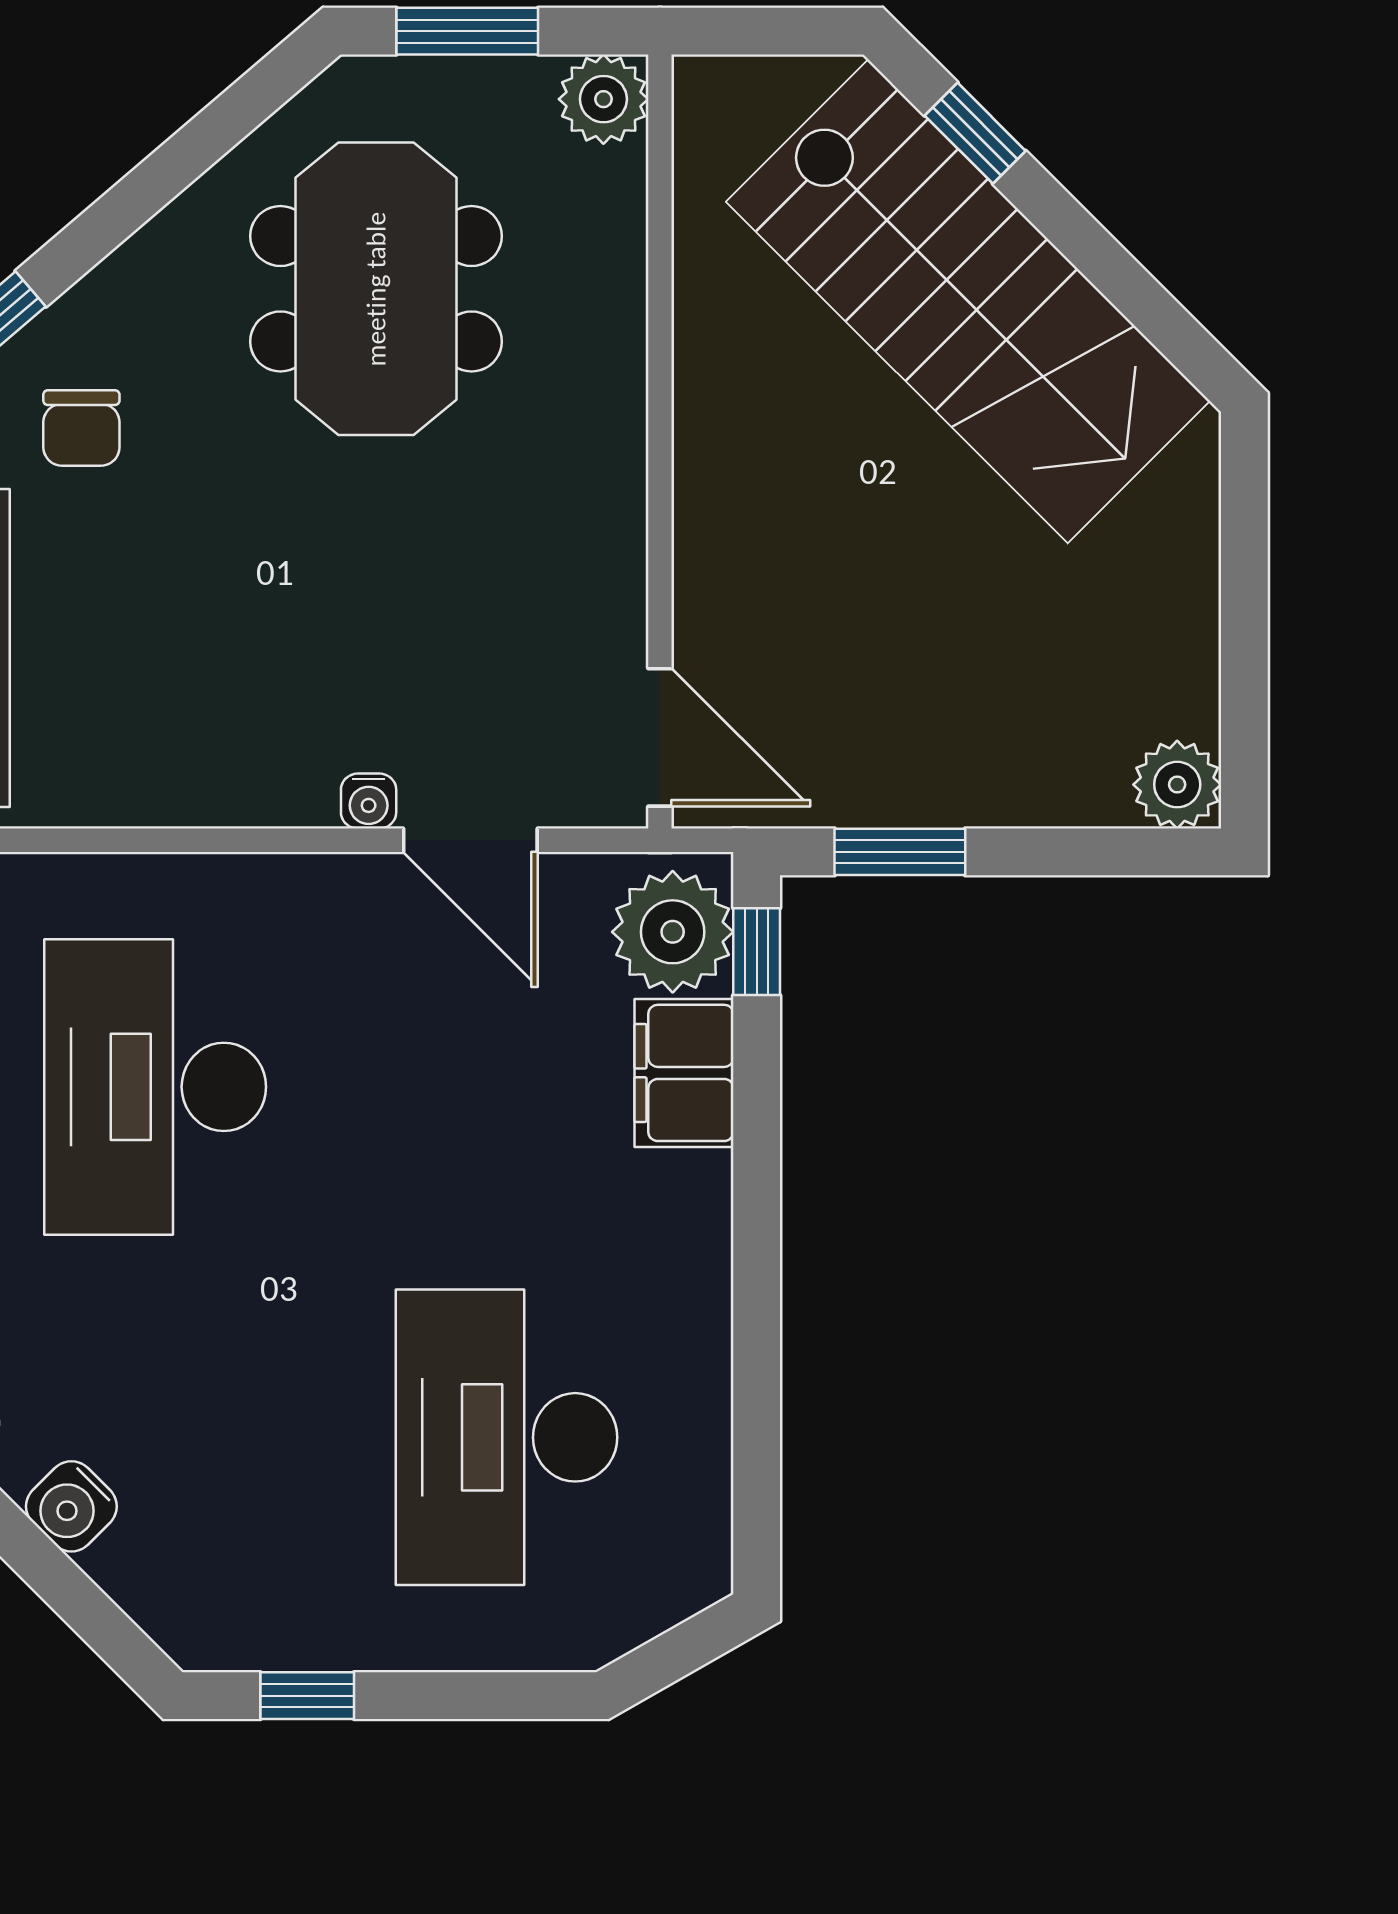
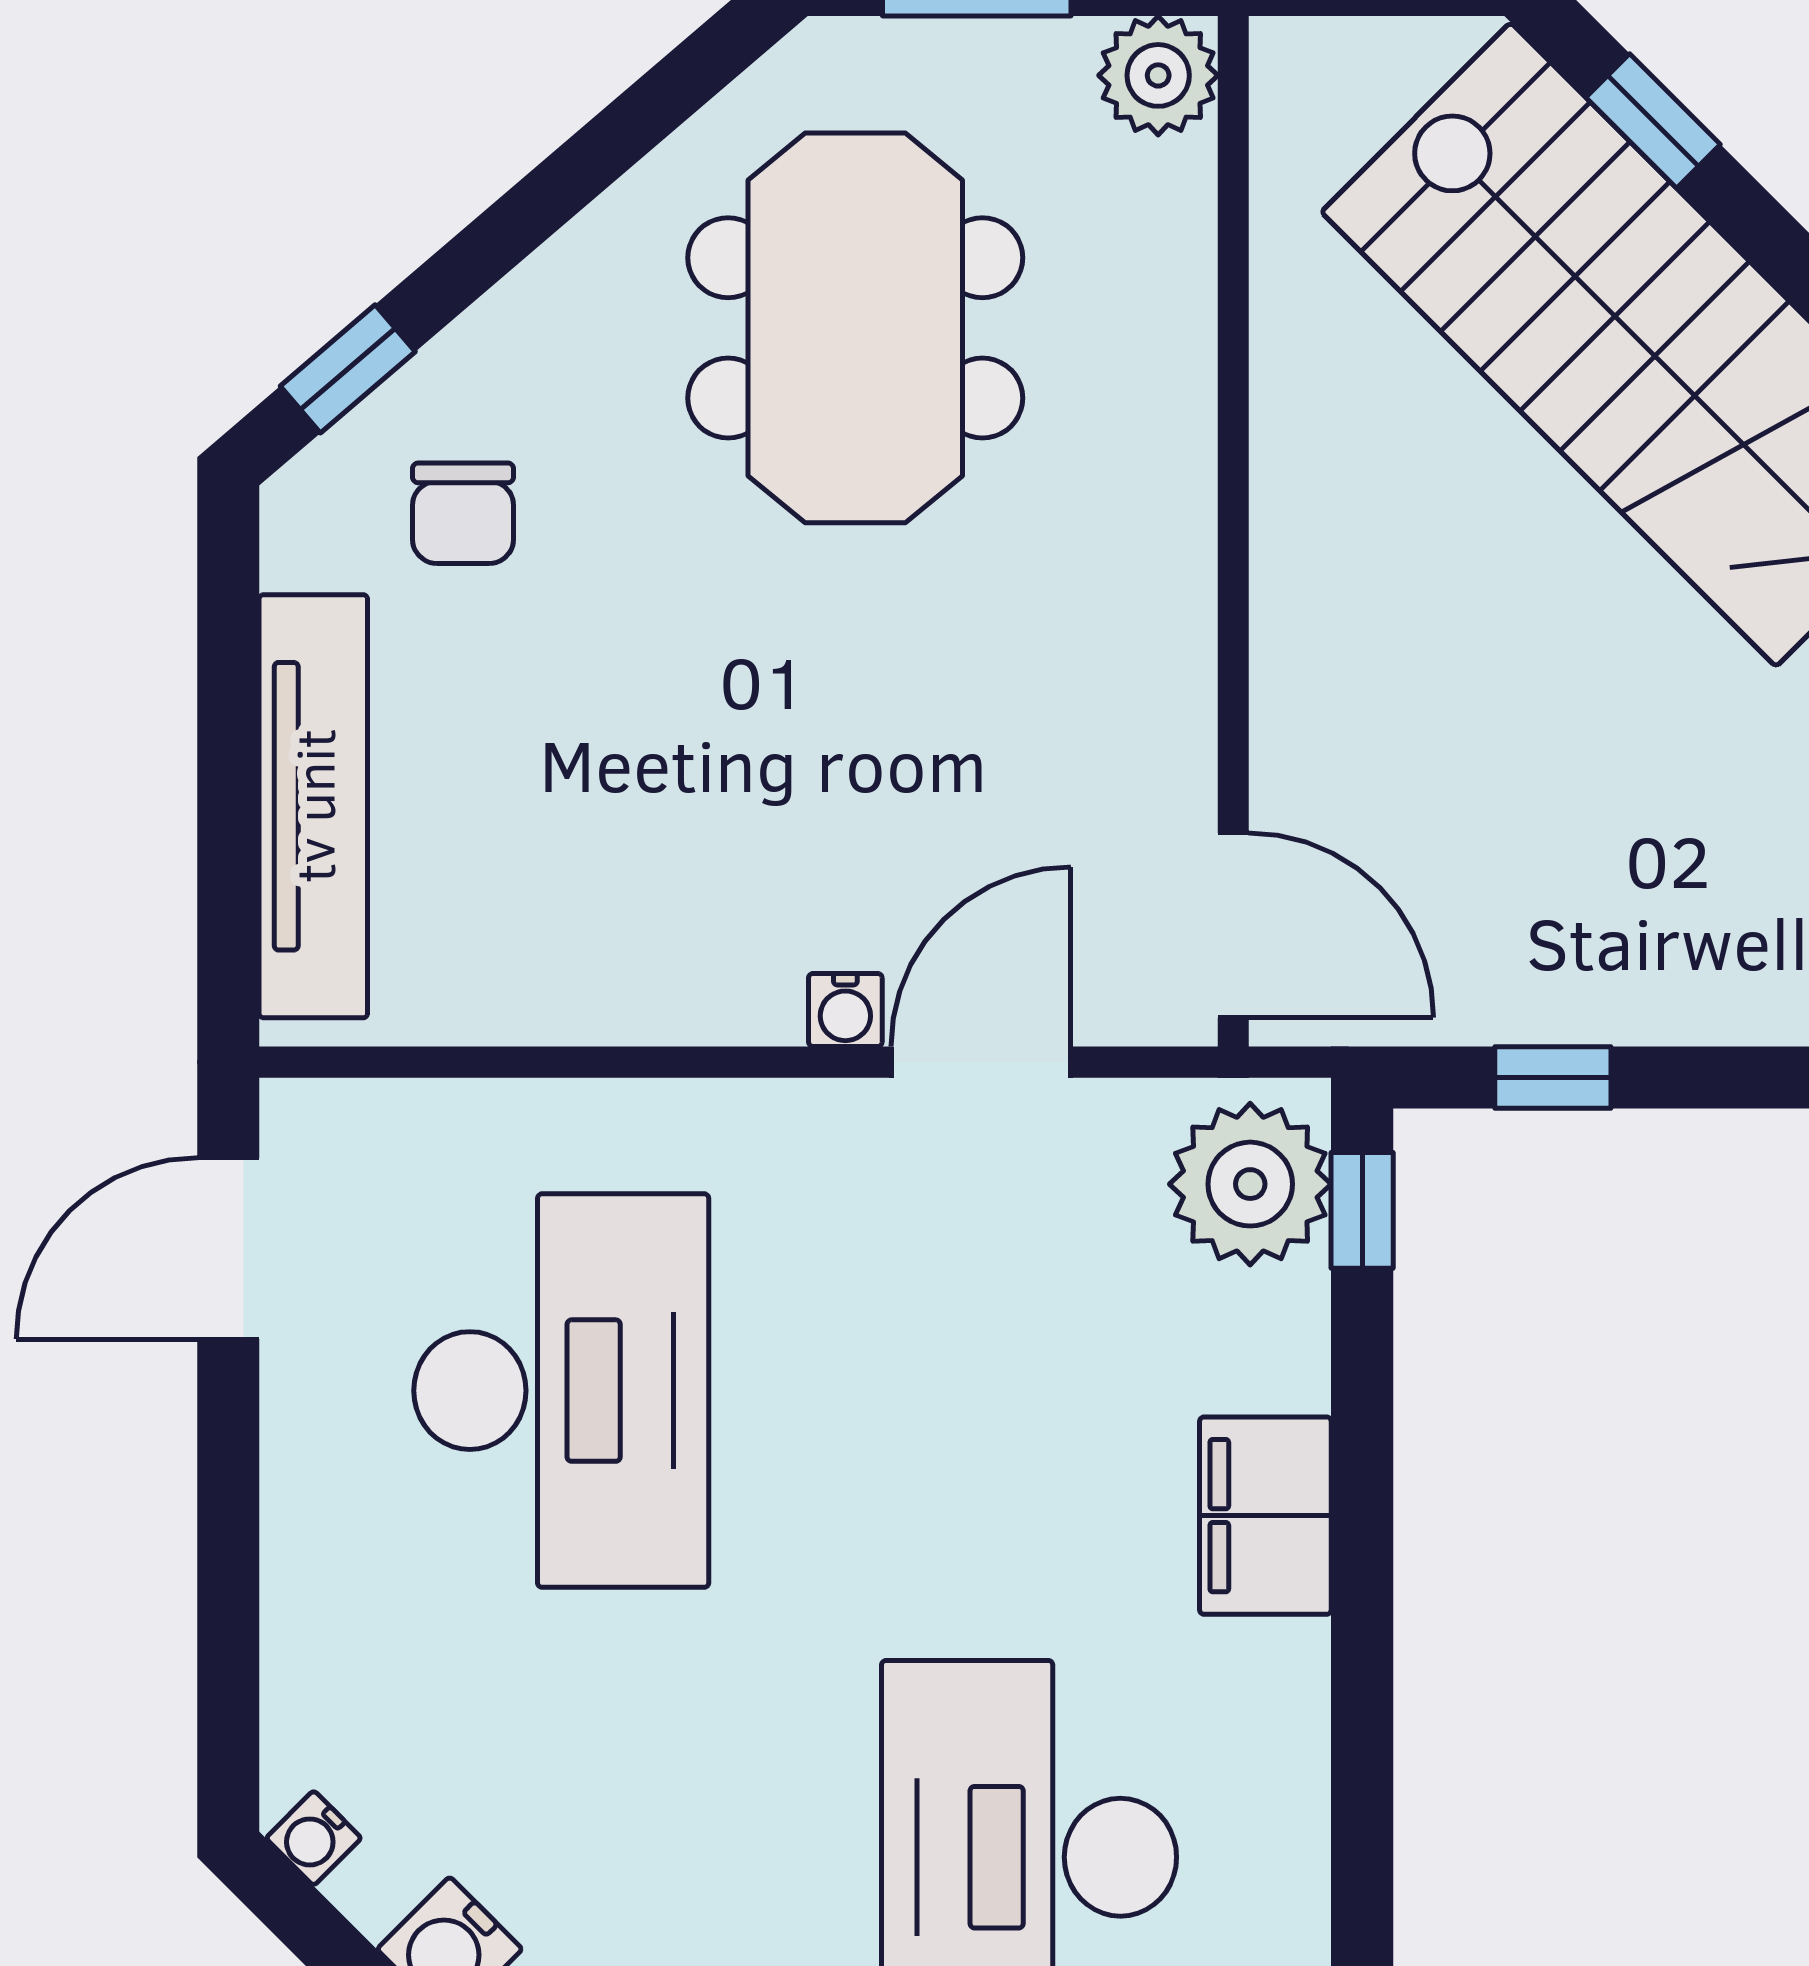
door: (470, 840) -> (981, 1062), swing flipped
window: (900, 852) -> (1553, 1078), width x0.67
filing cabinet: (684, 1073) -> (1265, 1516), moved
desk: (155, 1087) -> (561, 1391), turned 180

